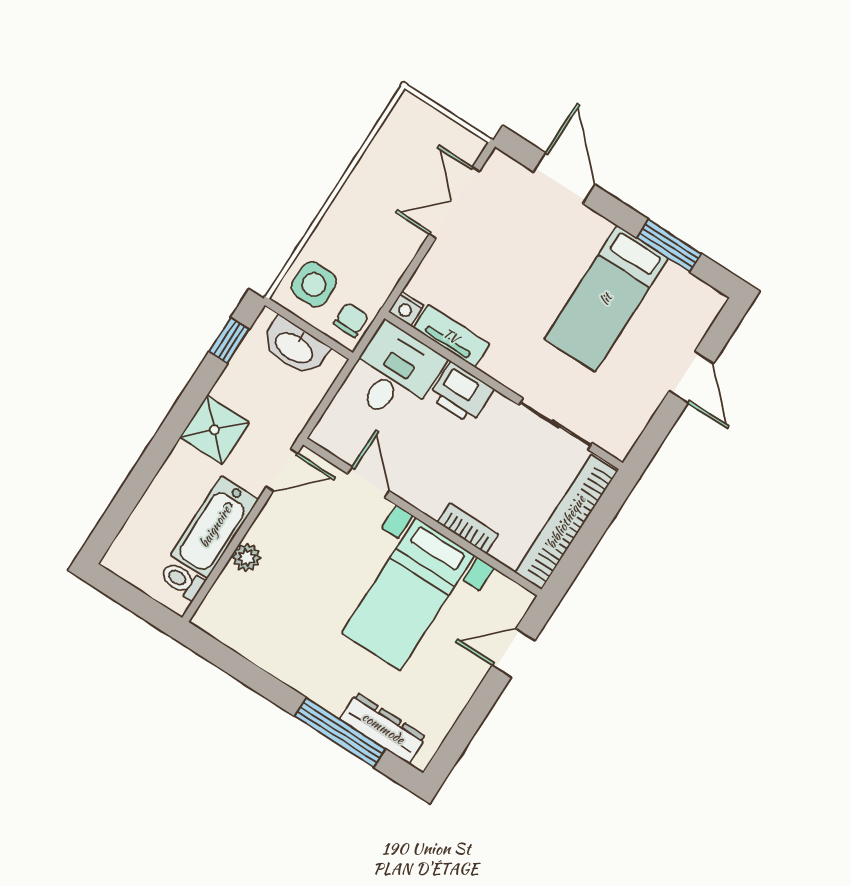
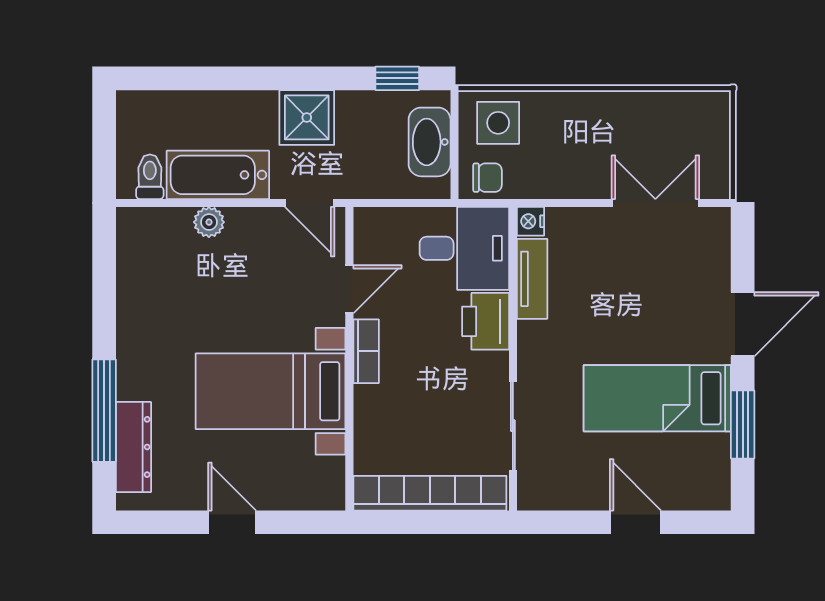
door: (564, 178) -> (743, 324), moved
door: (691, 377) -> (636, 522), swing flipped
bookcase: (468, 528) -> (366, 351), moved
door: (513, 653) -> (232, 522), moved

